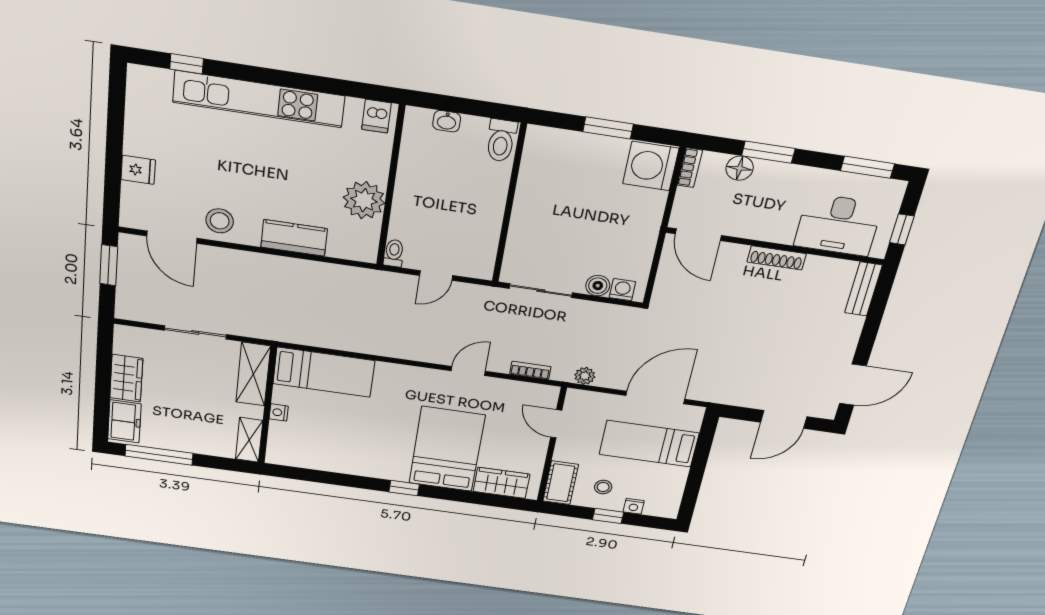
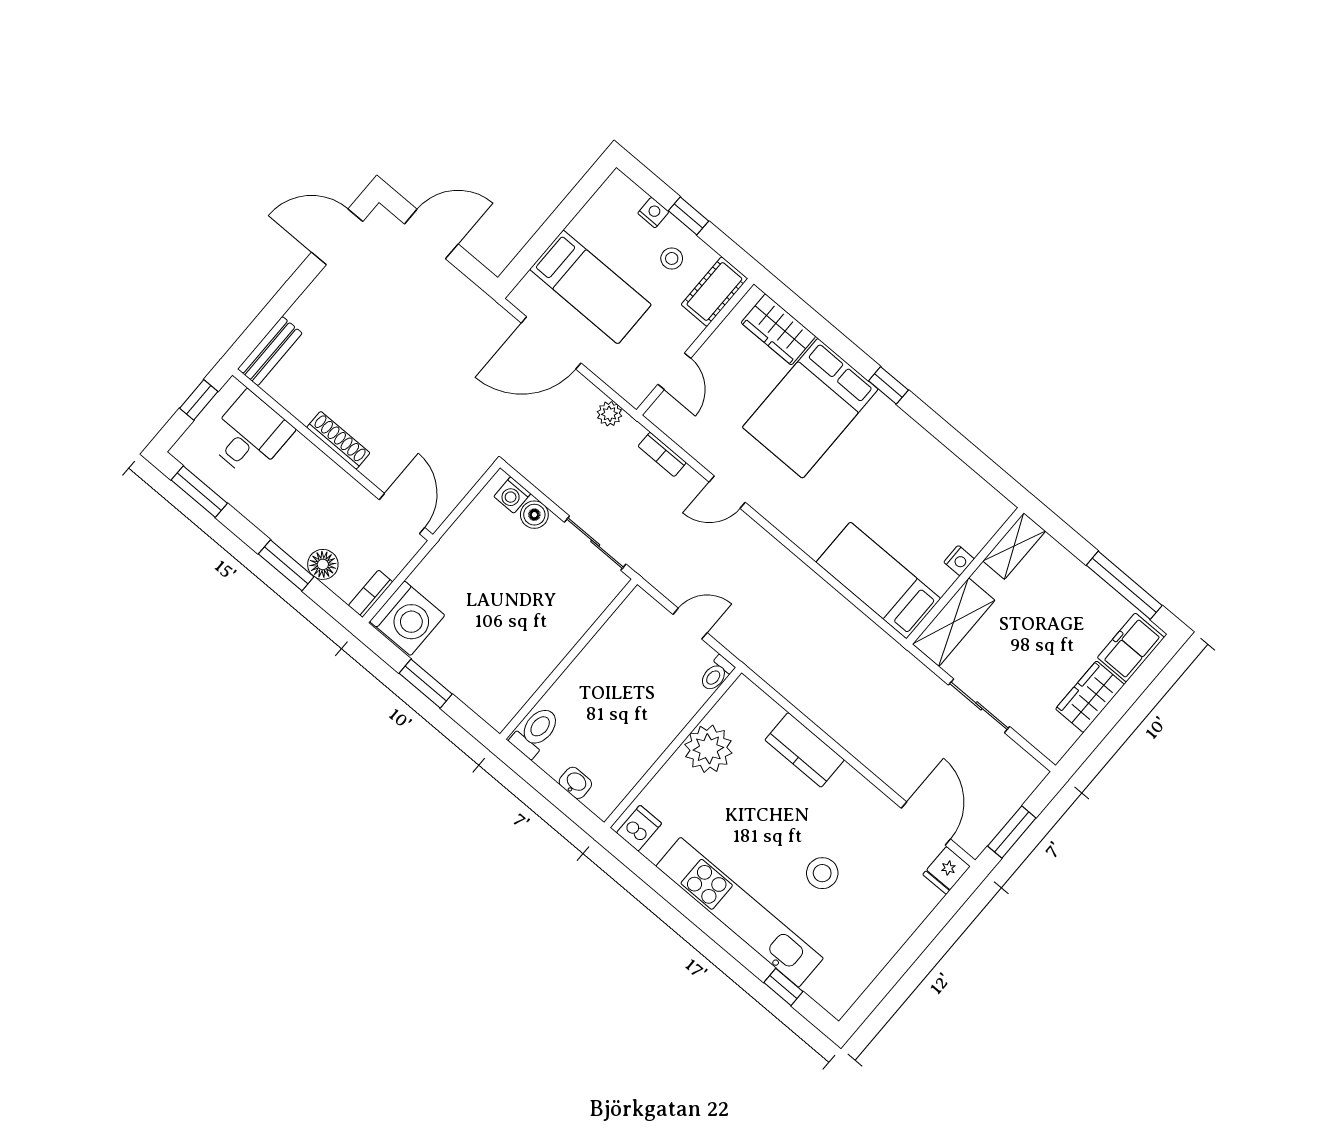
fridge: (138, 170) -> (946, 870), moved, turned -90
stool: (220, 221) -> (822, 873), moved
desk: (838, 225) -> (250, 435), width x0.73

